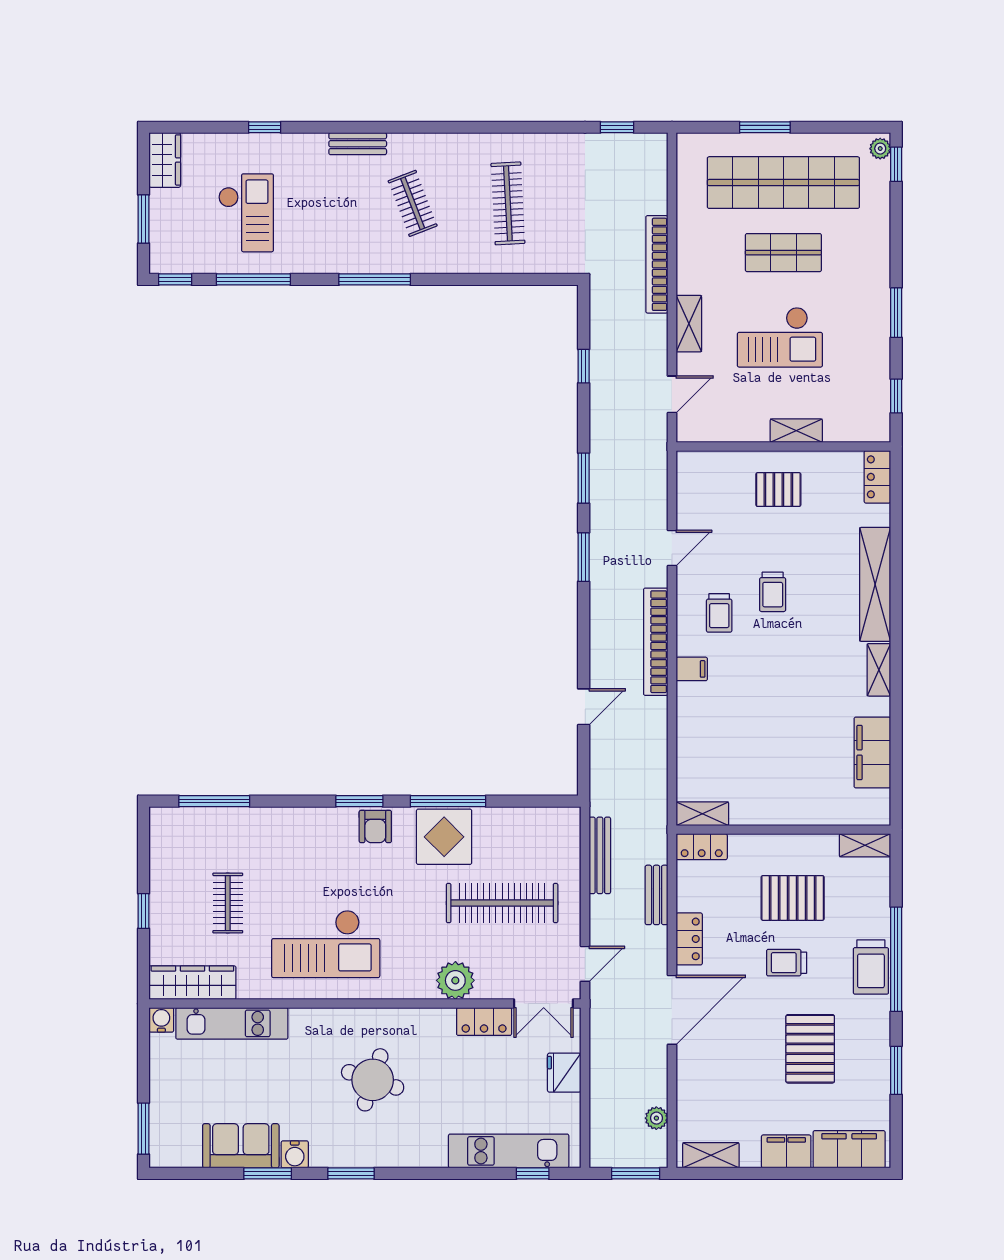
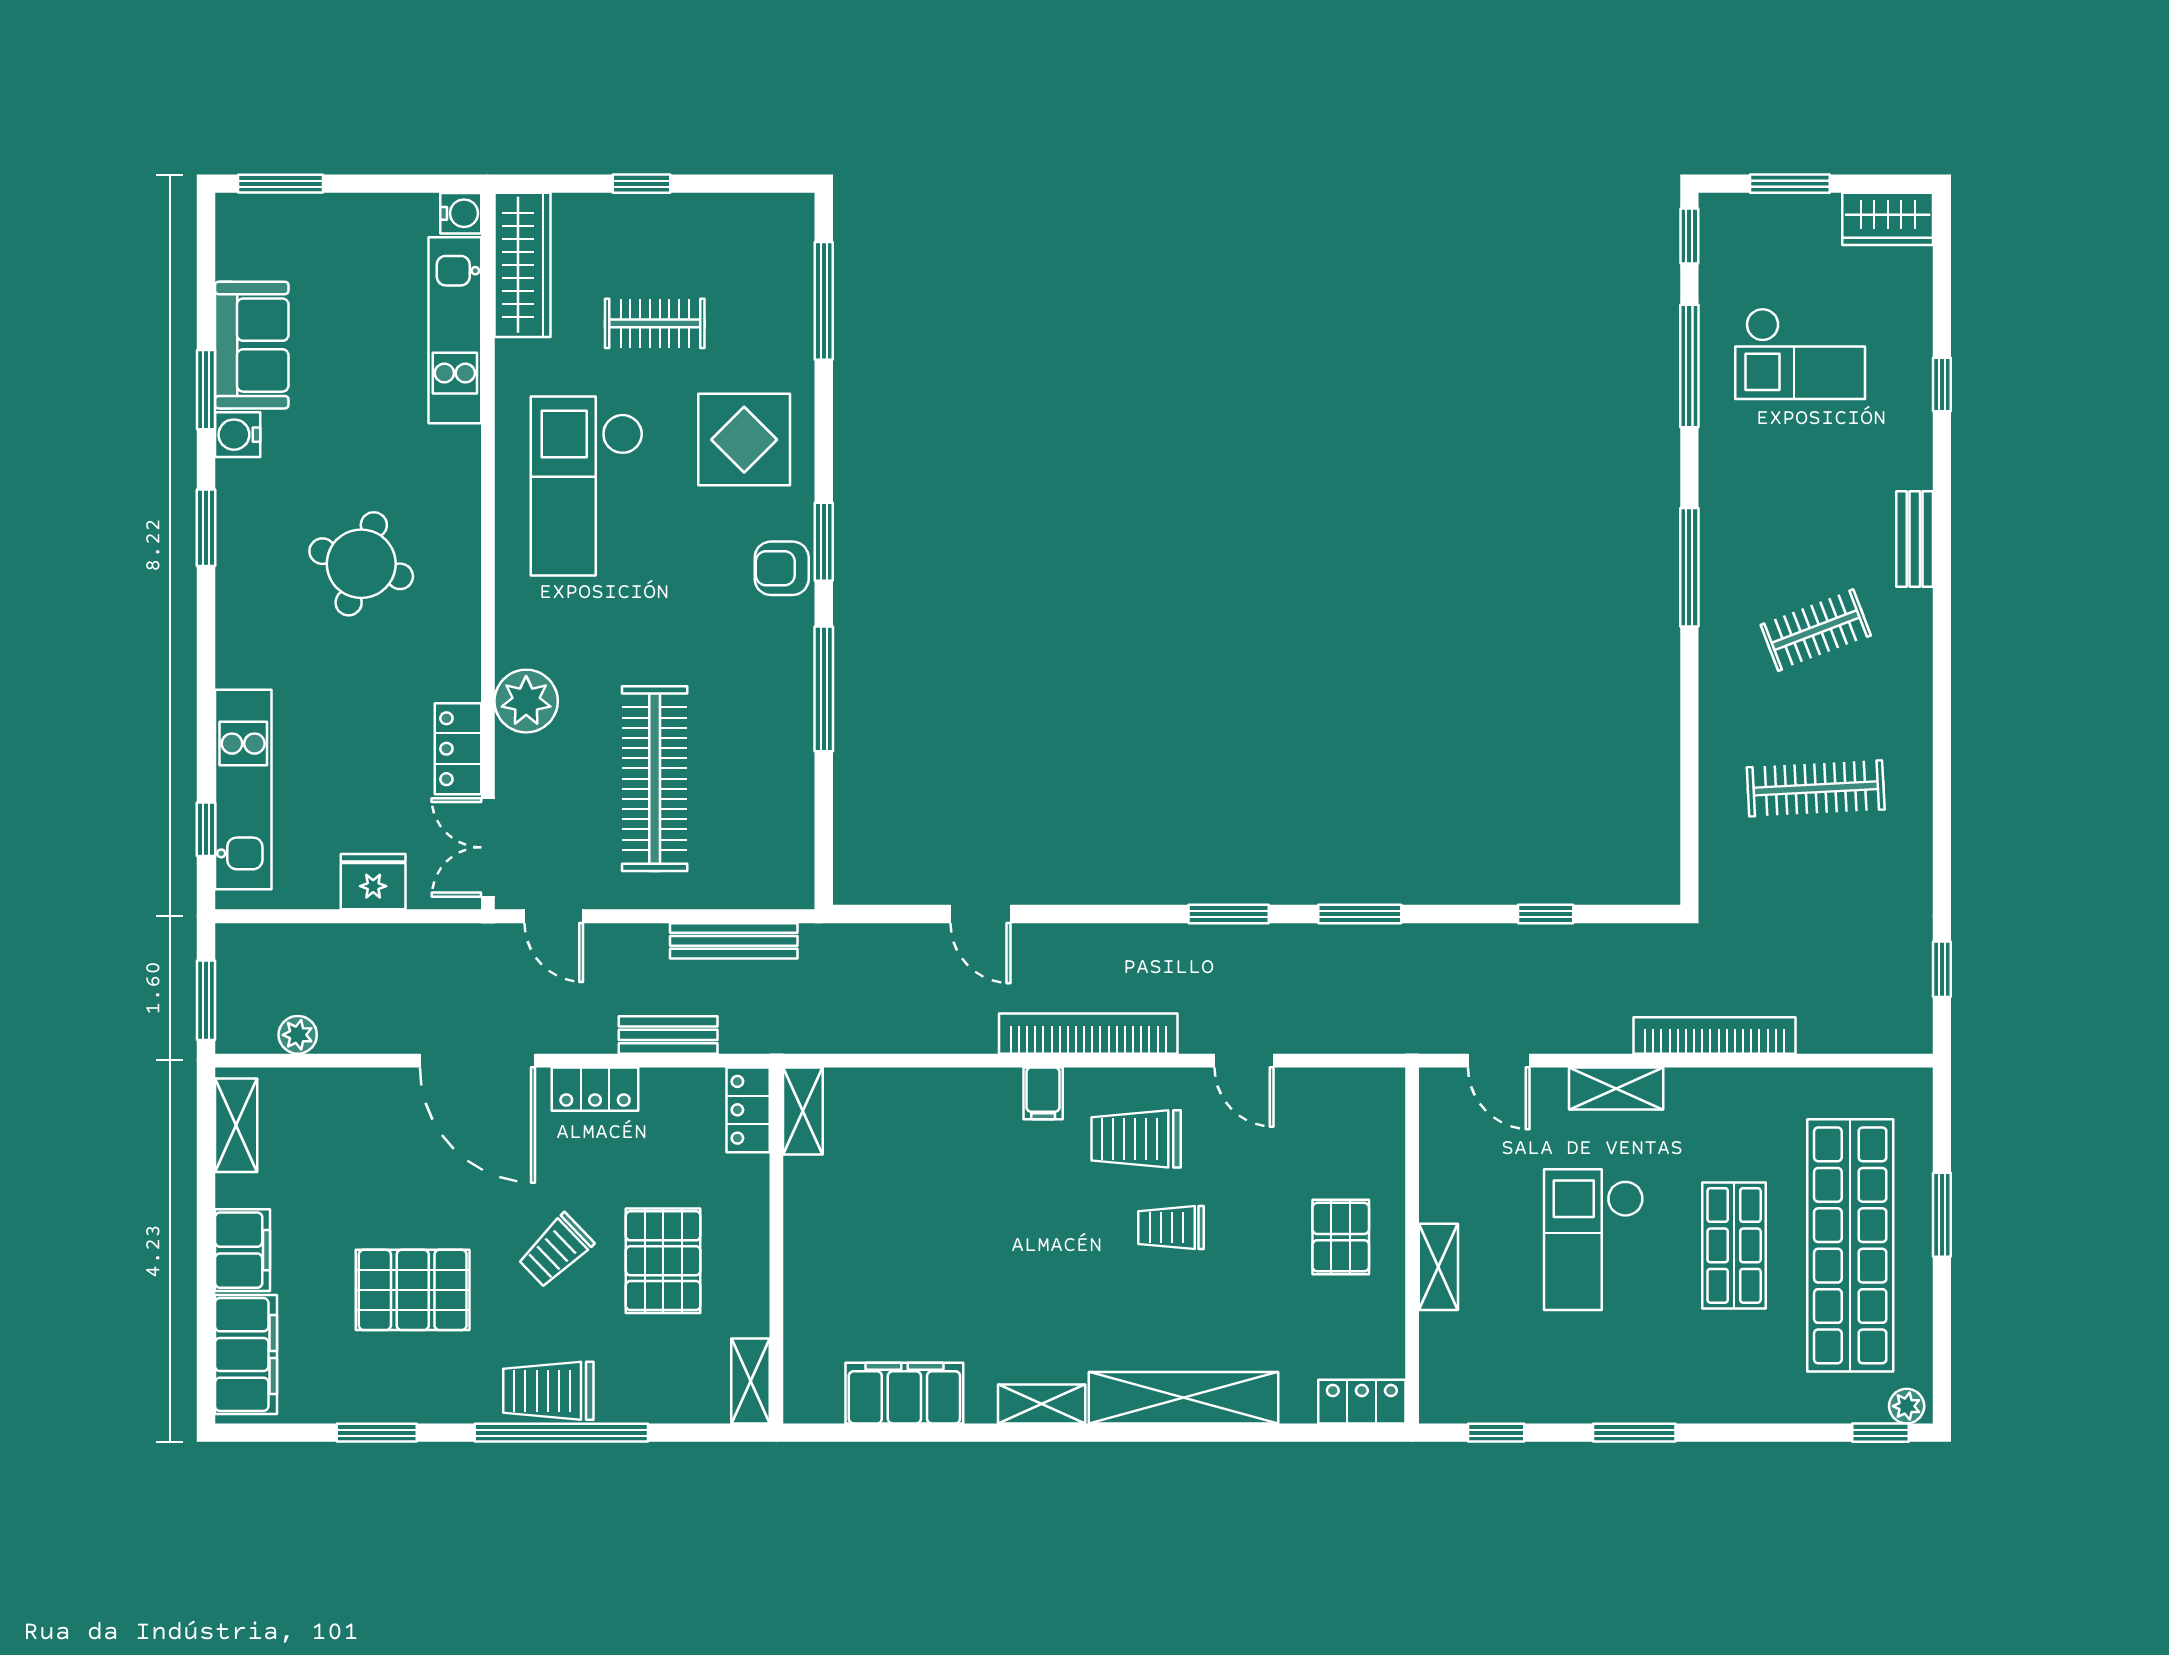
trolley: (719, 613) -> (1136, 1139), width x1.36, depth x1.39
display table: (444, 837) -> (744, 440), moved
trolley: (787, 963) -> (556, 1251), turned -134

